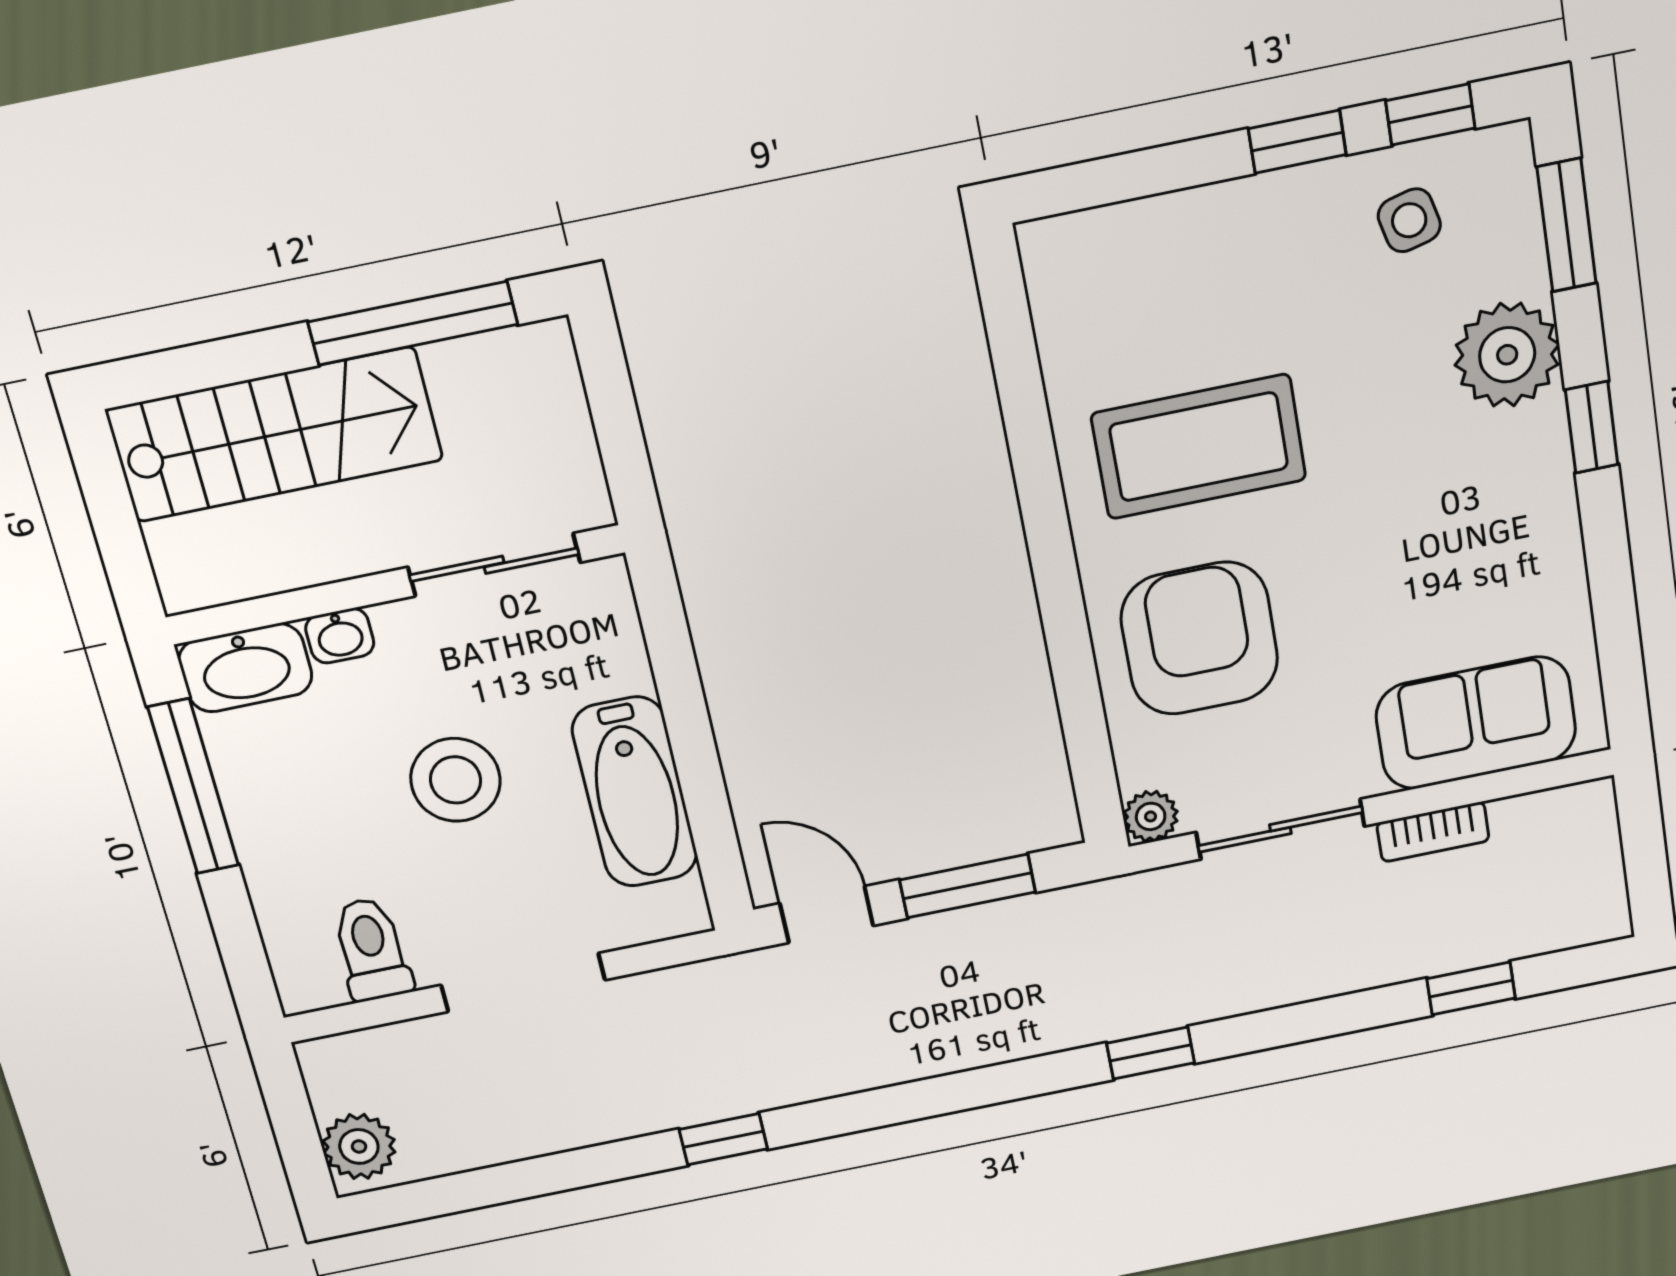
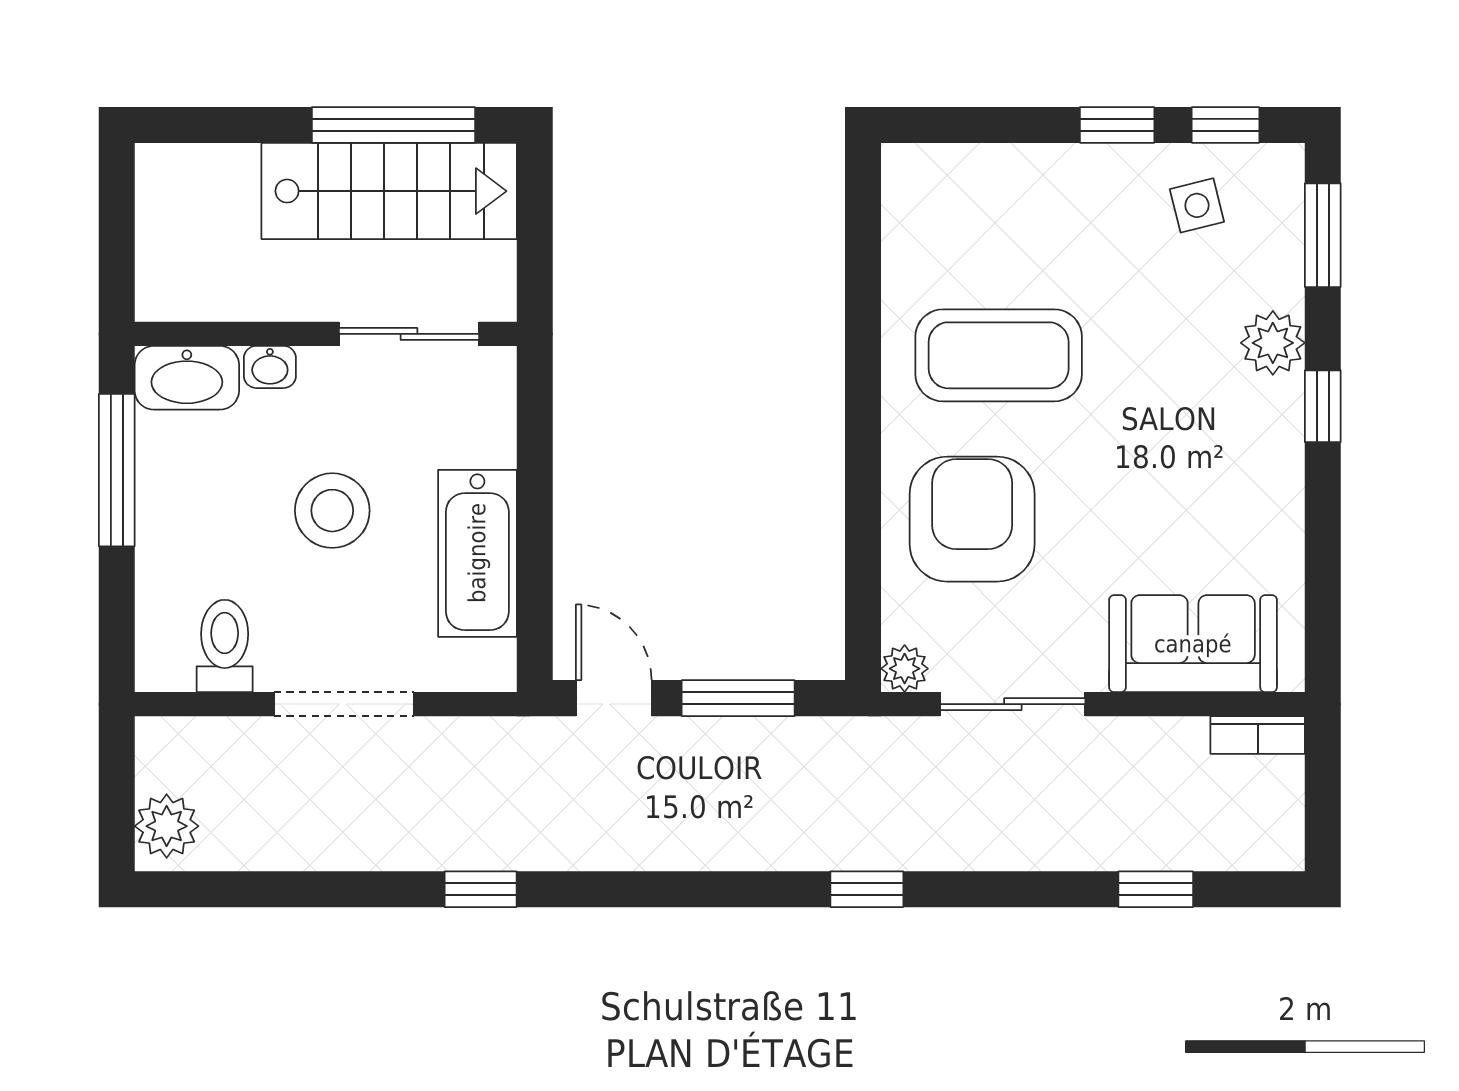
plant: (1507, 355) -> (1273, 343), width x0.73, depth x0.73
stairs: (275, 435) -> (389, 191), moved
bookcase: (1433, 832) -> (1258, 735), moved

